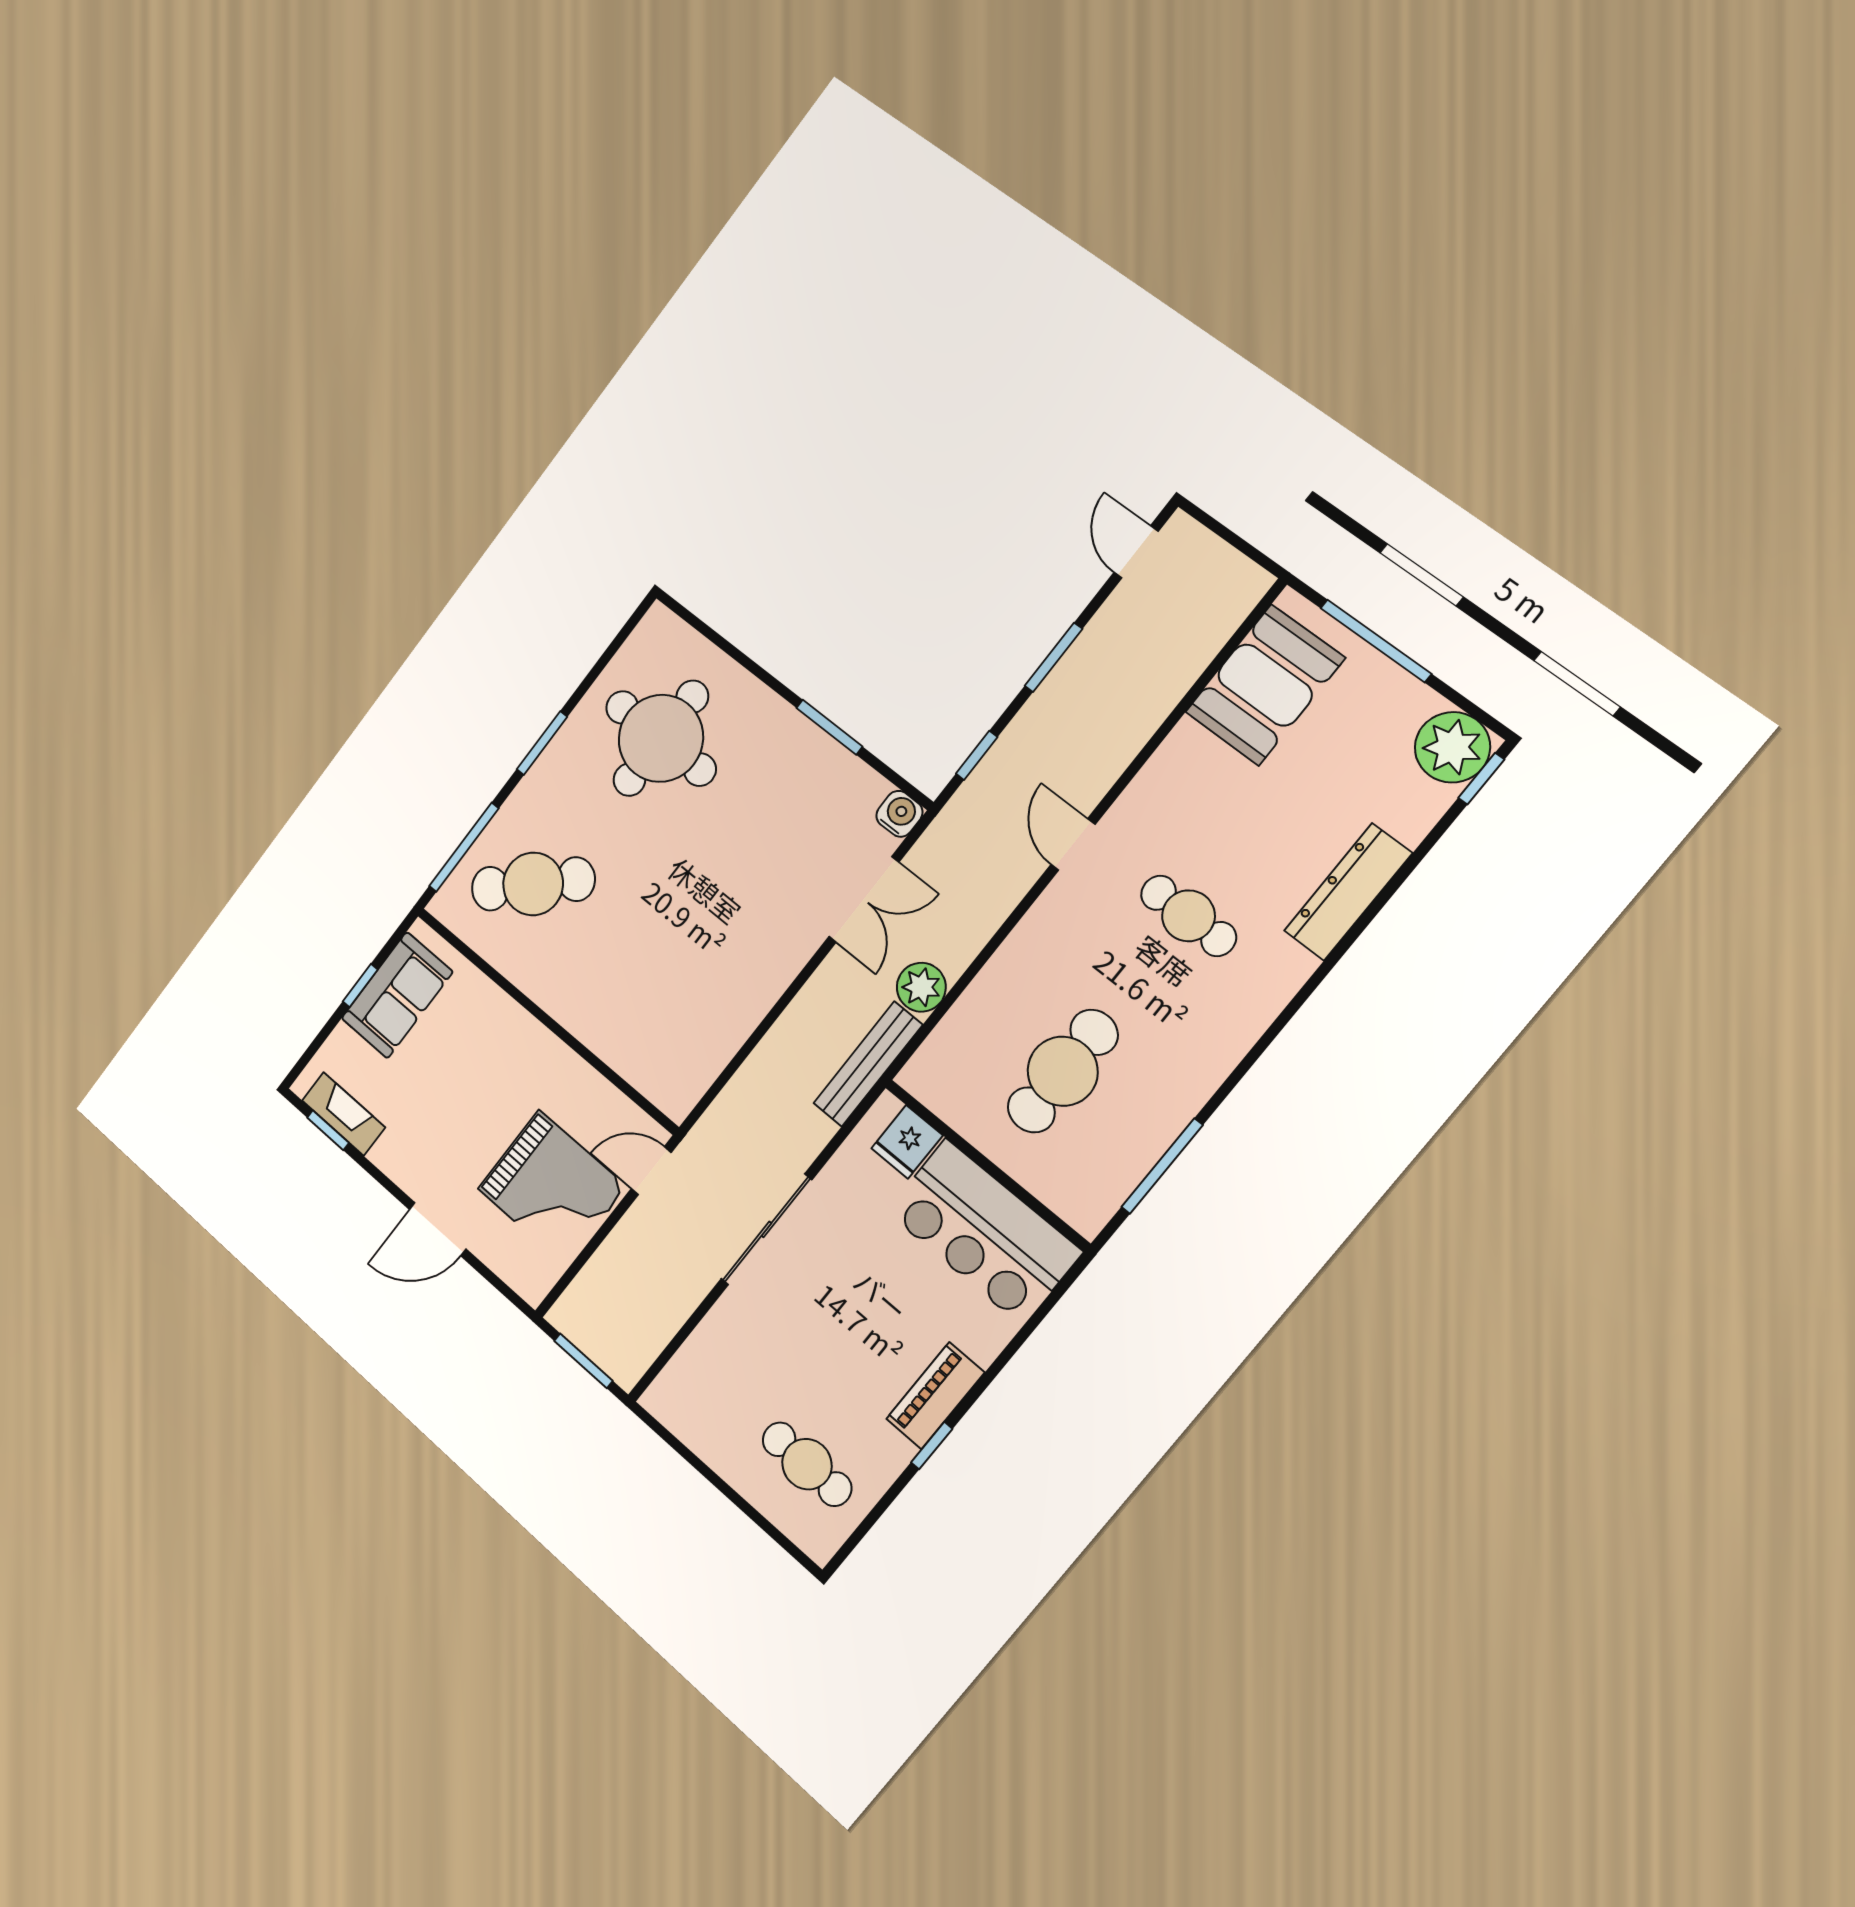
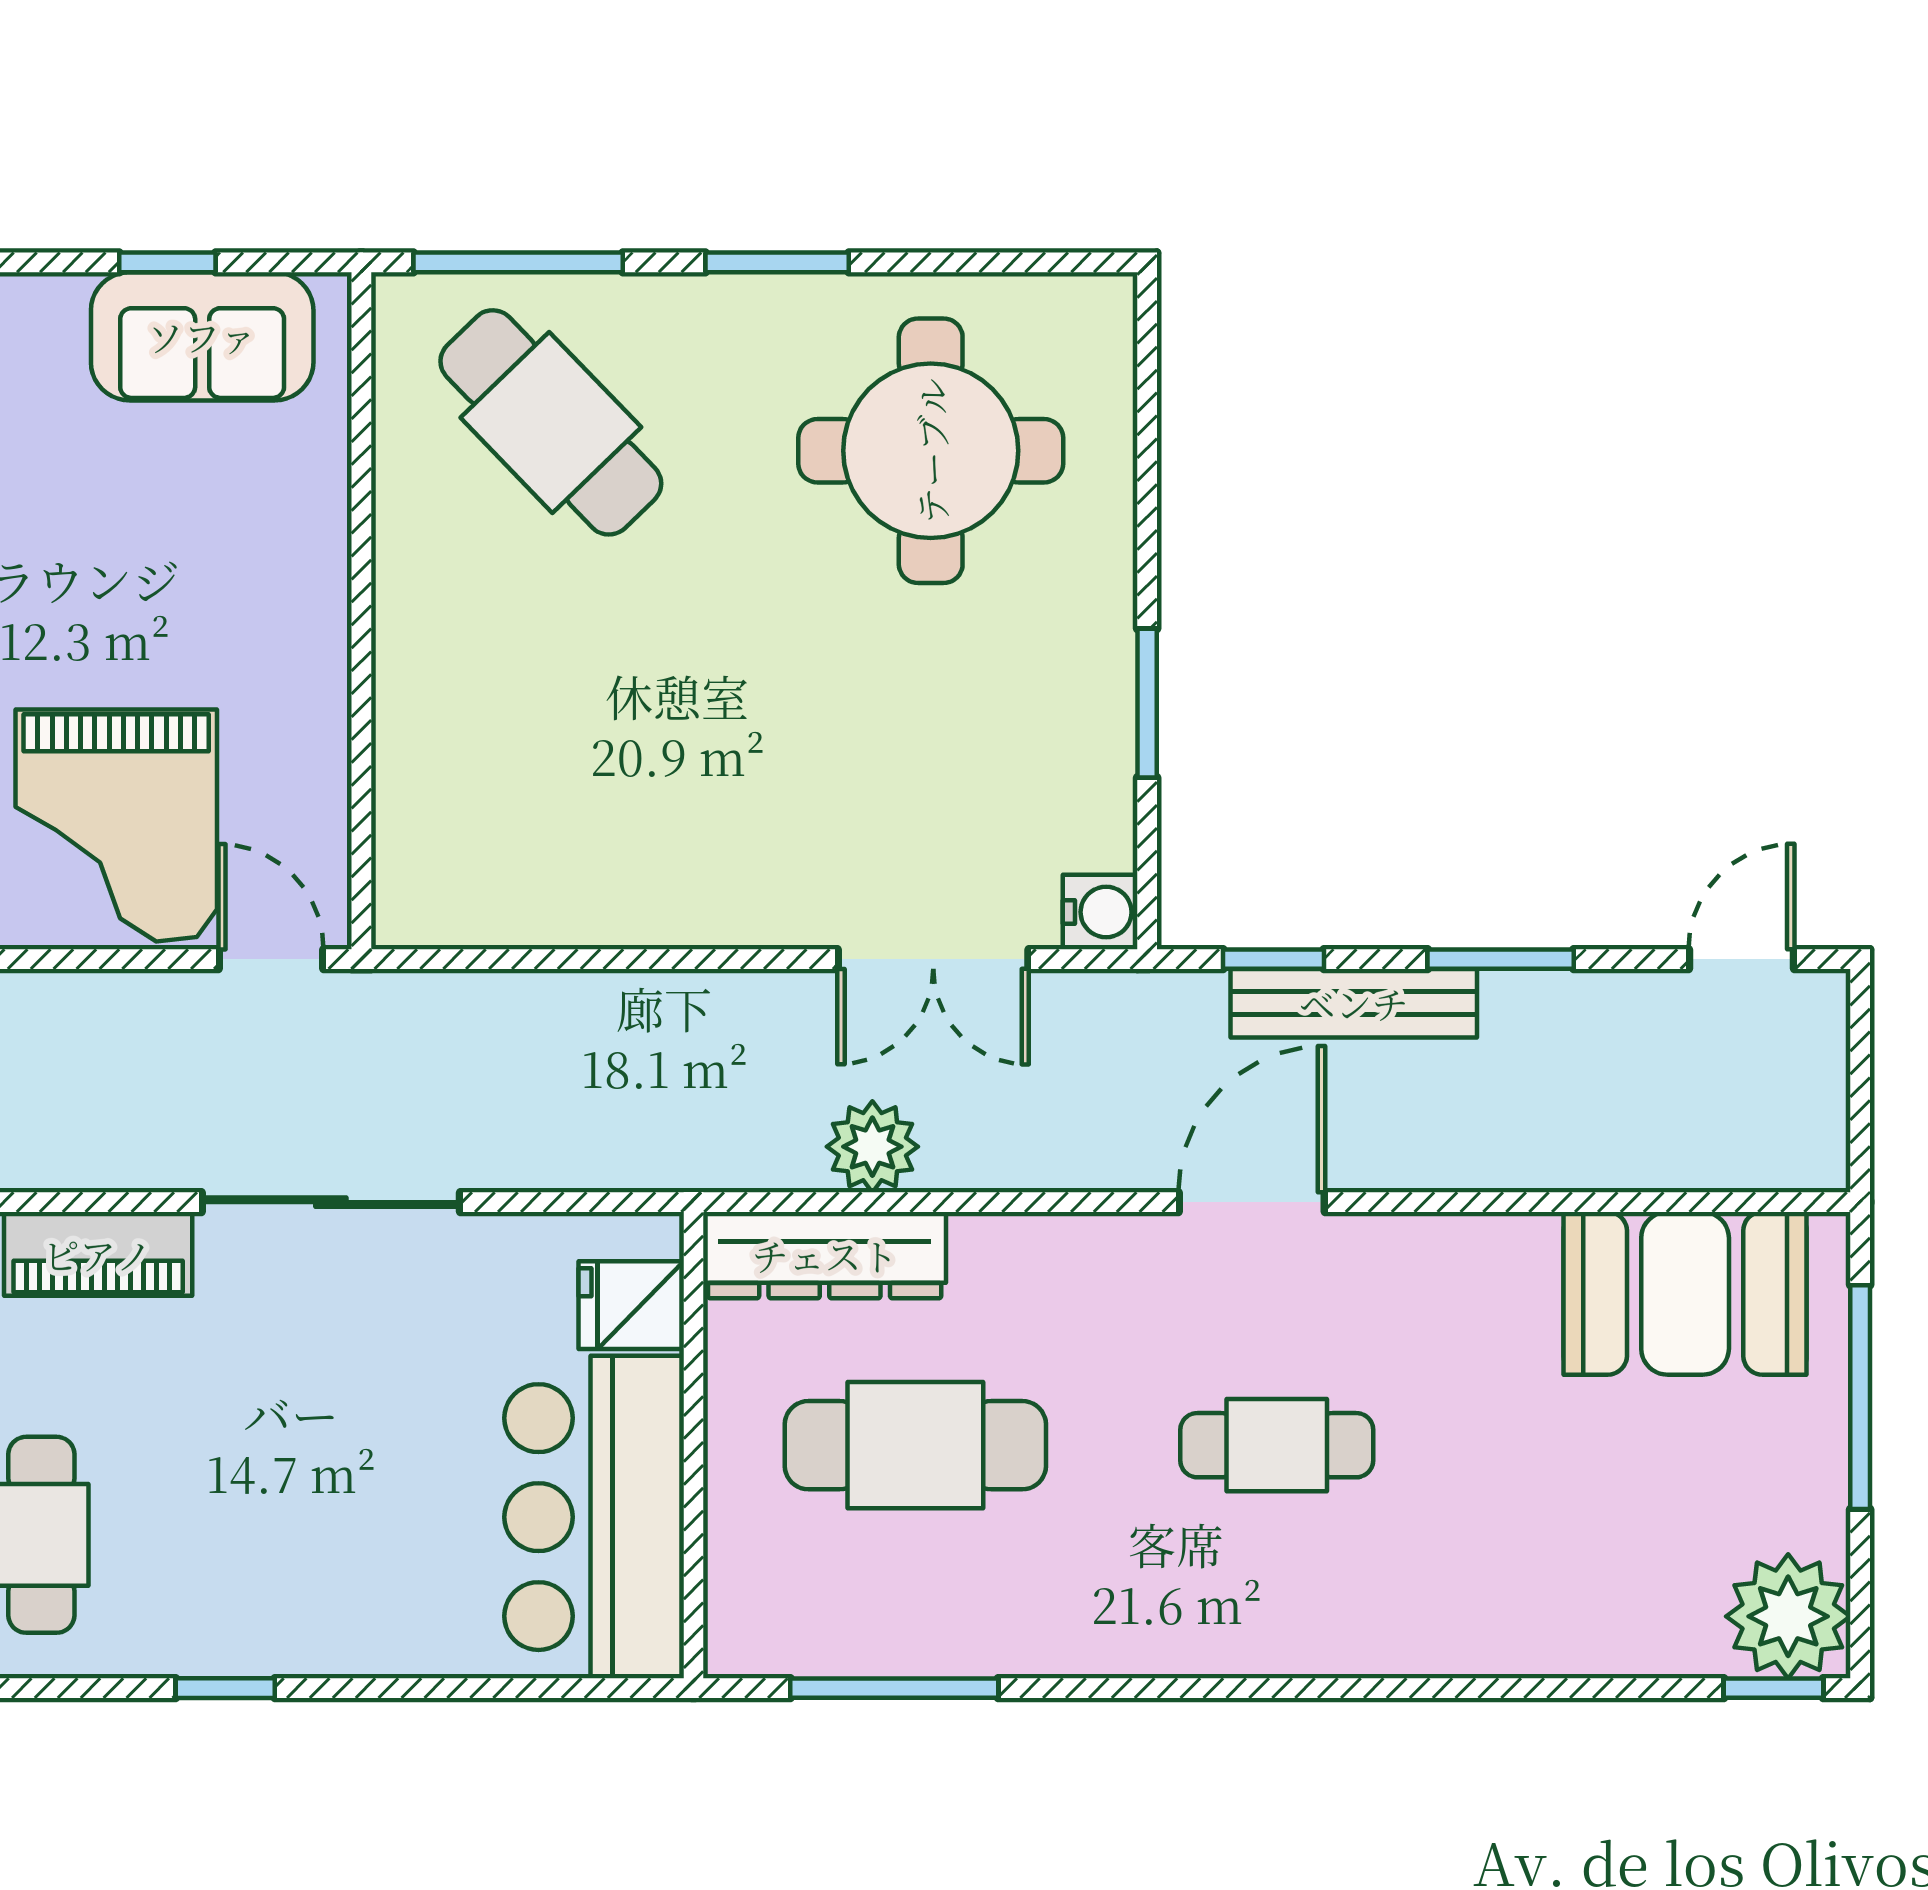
door: (1073, 845) -> (1252, 1202), width x1.38
dresser: (1348, 892) -> (825, 1255), moved, turned 180
cafe table: (1188, 916) -> (1277, 1445), turned 90
bench: (868, 1064) -> (1354, 1003), moved
piano: (935, 1396) -> (98, 1254), moved, turned 180

